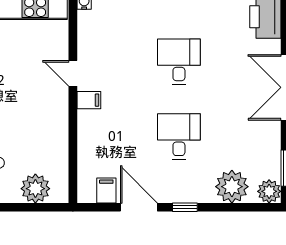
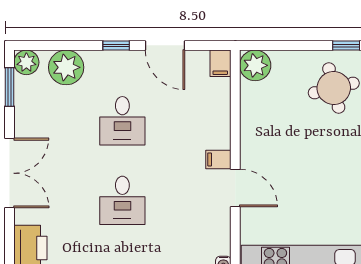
door: (73, 73) -> (235, 188), width x1.38
plant: (35, 189) -> (255, 65), moved
filing cabinet: (106, 190) -> (220, 63), moved

